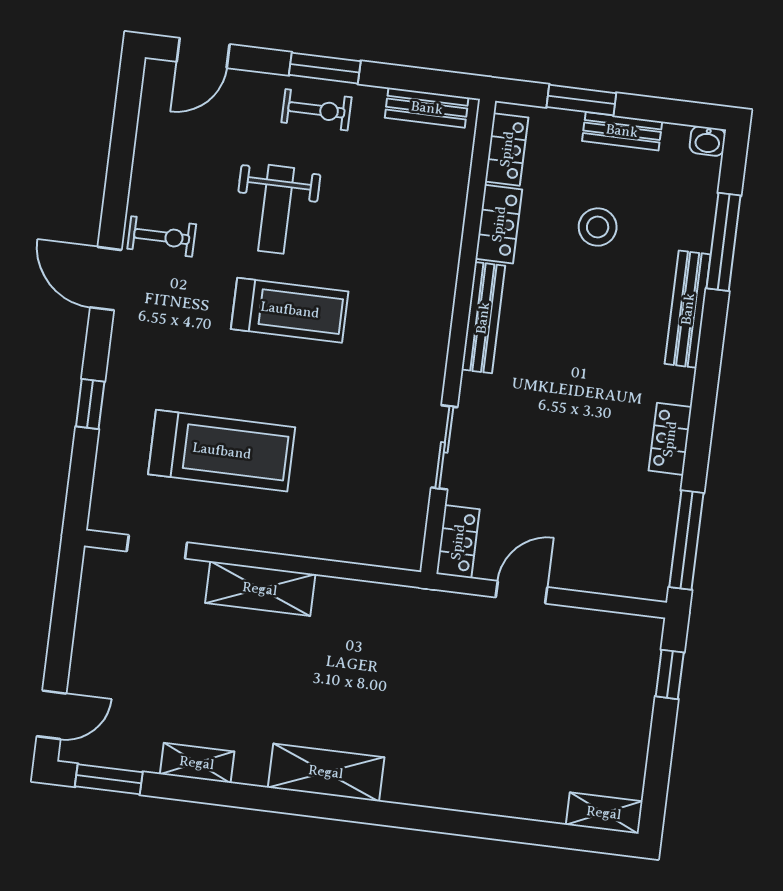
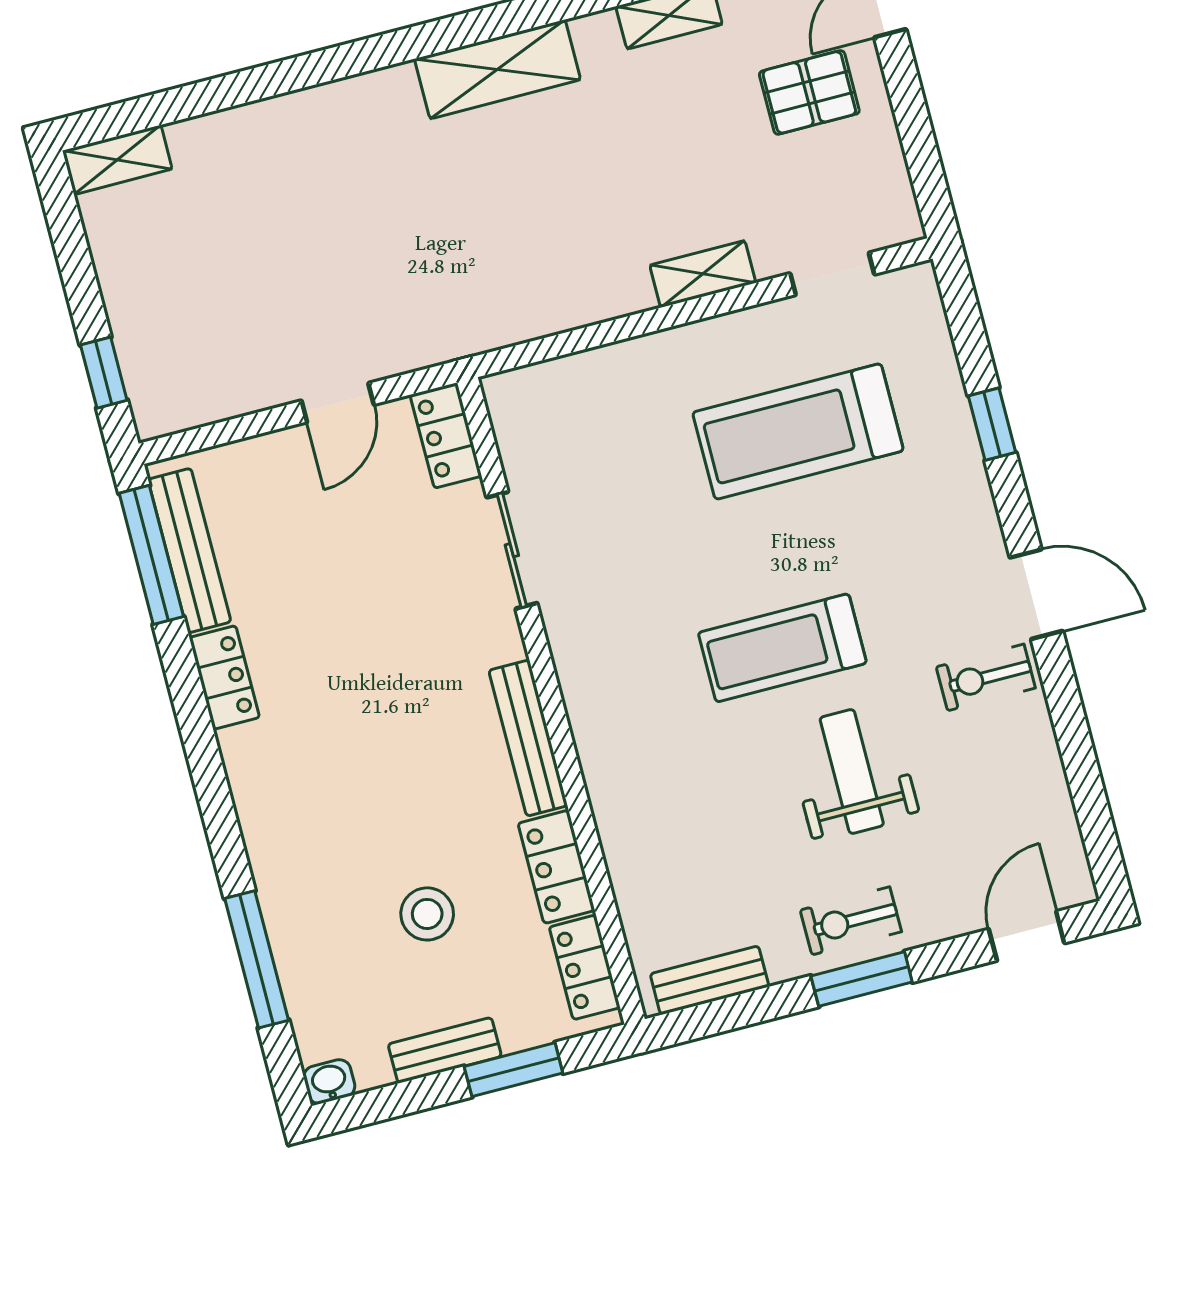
bench: (688, 309) -> (189, 551), moved
shelving: (260, 589) -> (703, 274), width x0.67, depth x0.75
pallet: (124, 674) -> (809, 92), added

